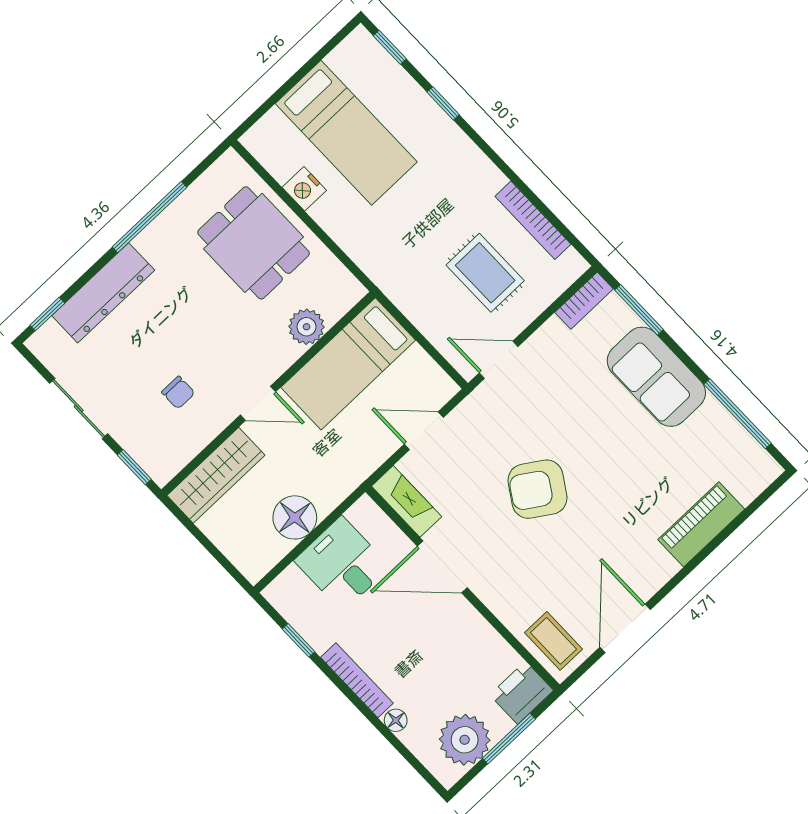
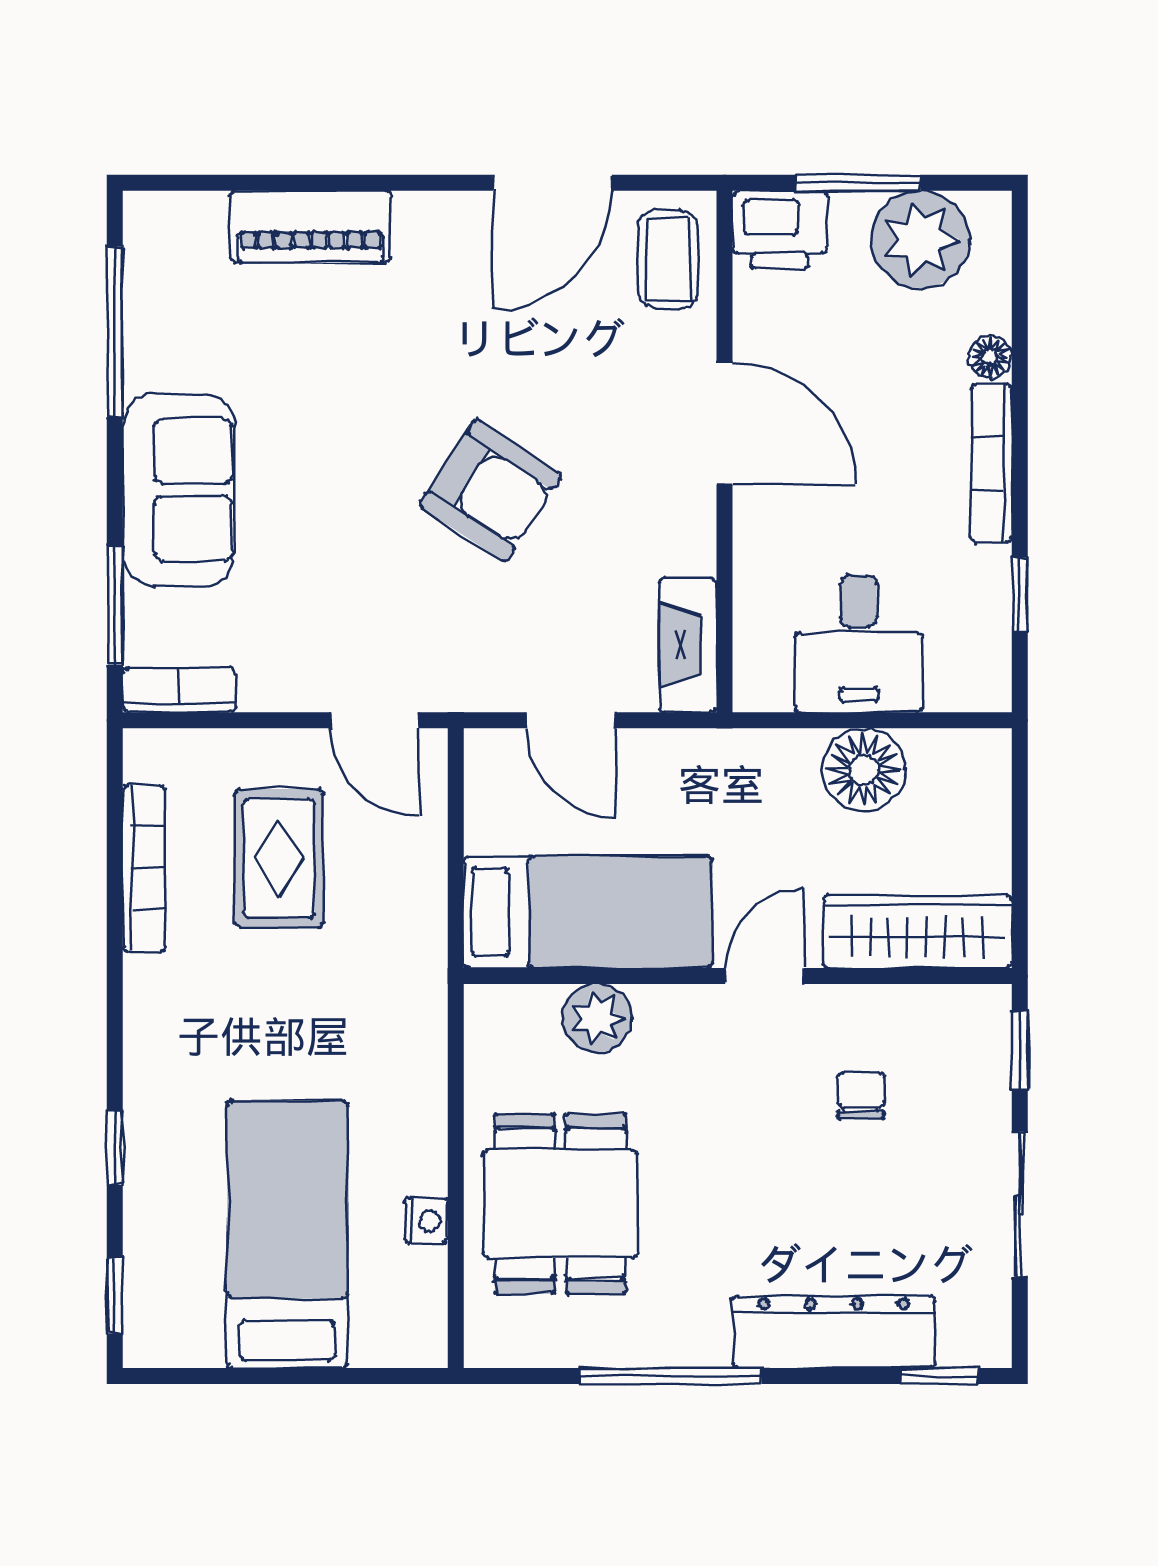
nightstand: (304, 189) -> (427, 1221), width x0.72, depth x0.74
door: (258, 403) -> (765, 976), hinge flipped
door: (442, 567) -> (725, 423), moved

